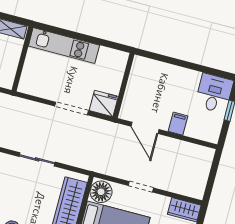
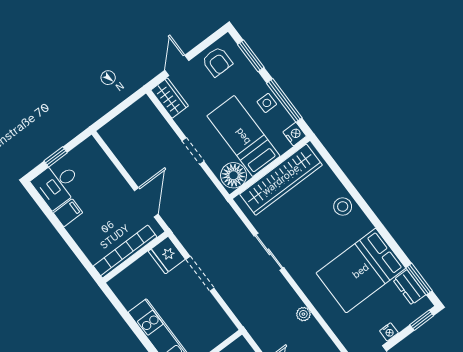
bookcase: (133, 84) -> (125, 251), added
filing cabinet: (178, 124) -> (68, 213), moved, turned 180

